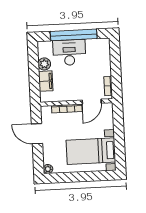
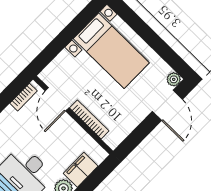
door: (92, 102) -> (57, 99), swing flipped
door: (37, 134) -> (167, 105), moved

